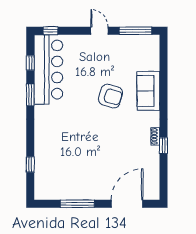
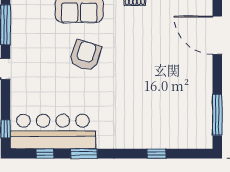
window: (30, 165) -> (157, 154), moved
window: (77, 204) -> (217, 115), moved

